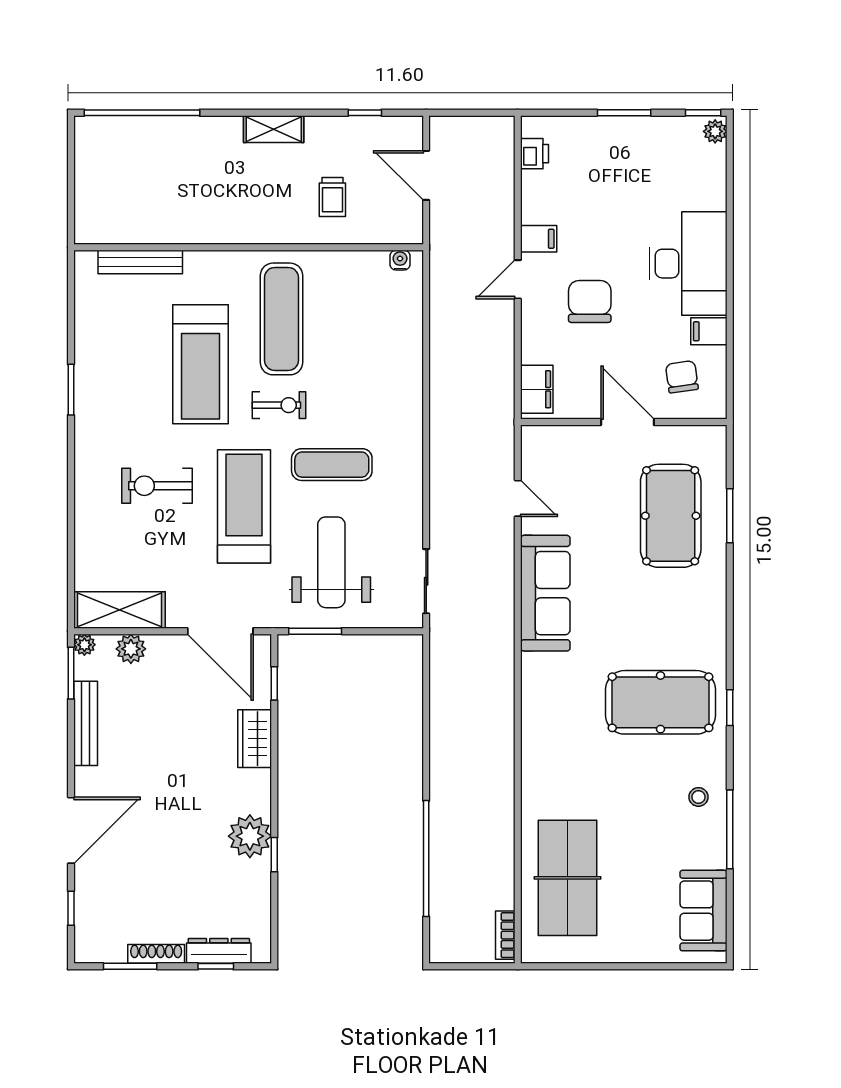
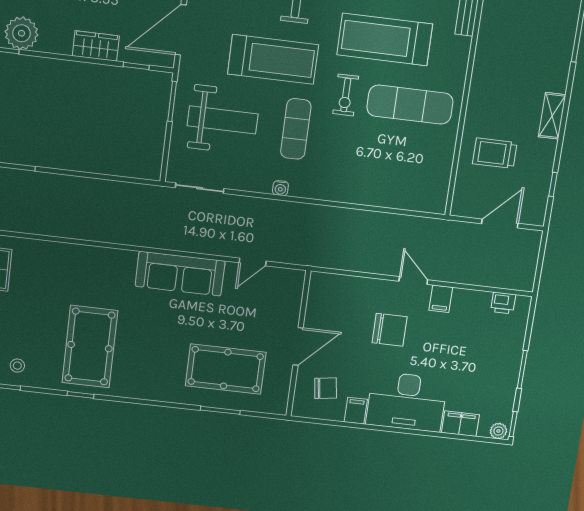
trolley: (332, 197) -> (495, 153), width x1.36, depth x1.39
water cooler: (400, 260) -> (280, 188), moved, turned 90
filing cabinet: (537, 389) -> (460, 424), moved, turned 180

